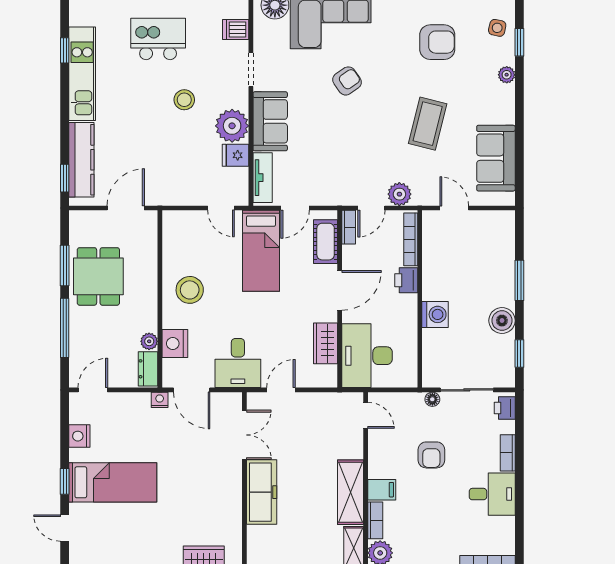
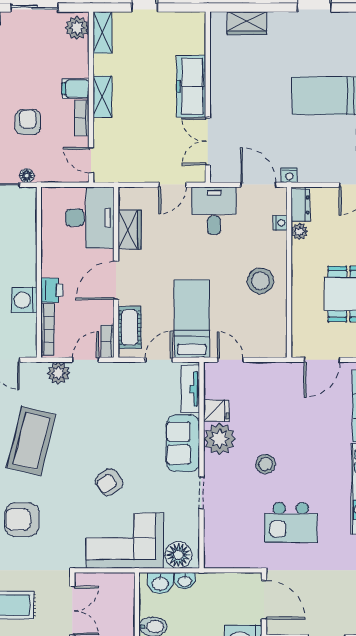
dishwasher: (236, 30) -> (216, 532), removed
coffee table: (428, 124) -> (31, 441), width x1.36, depth x1.32
washing machine: (435, 314) -> (24, 300), moved
nightstand: (175, 343) -> (280, 223), width x0.53, depth x0.56
shelving: (350, 492) -> (102, 97), width x0.67, depth x0.75
bookcase: (375, 520) -> (82, 118), moved

